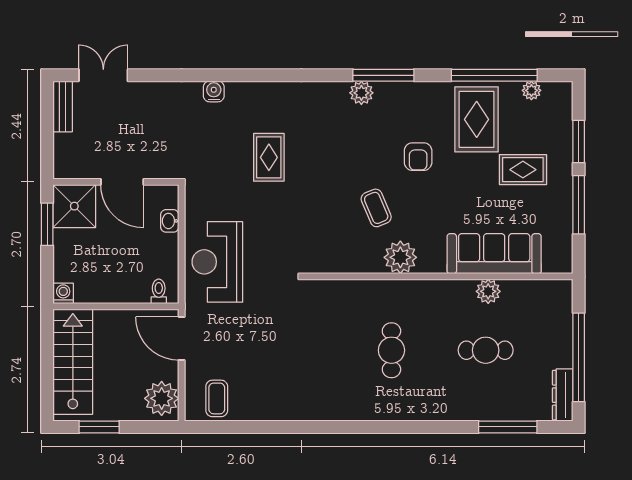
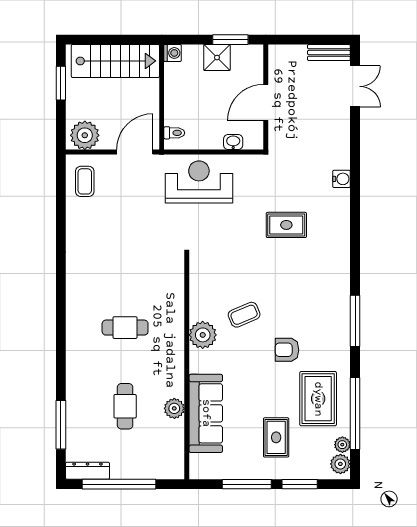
plant: (361, 93) -> (340, 464), moved
rug: (477, 119) -> (318, 399), turned 90
shower: (74, 206) -> (217, 58), moved, width x0.73, depth x0.73
coffee table: (217, 398) -> (85, 181), turned 90

